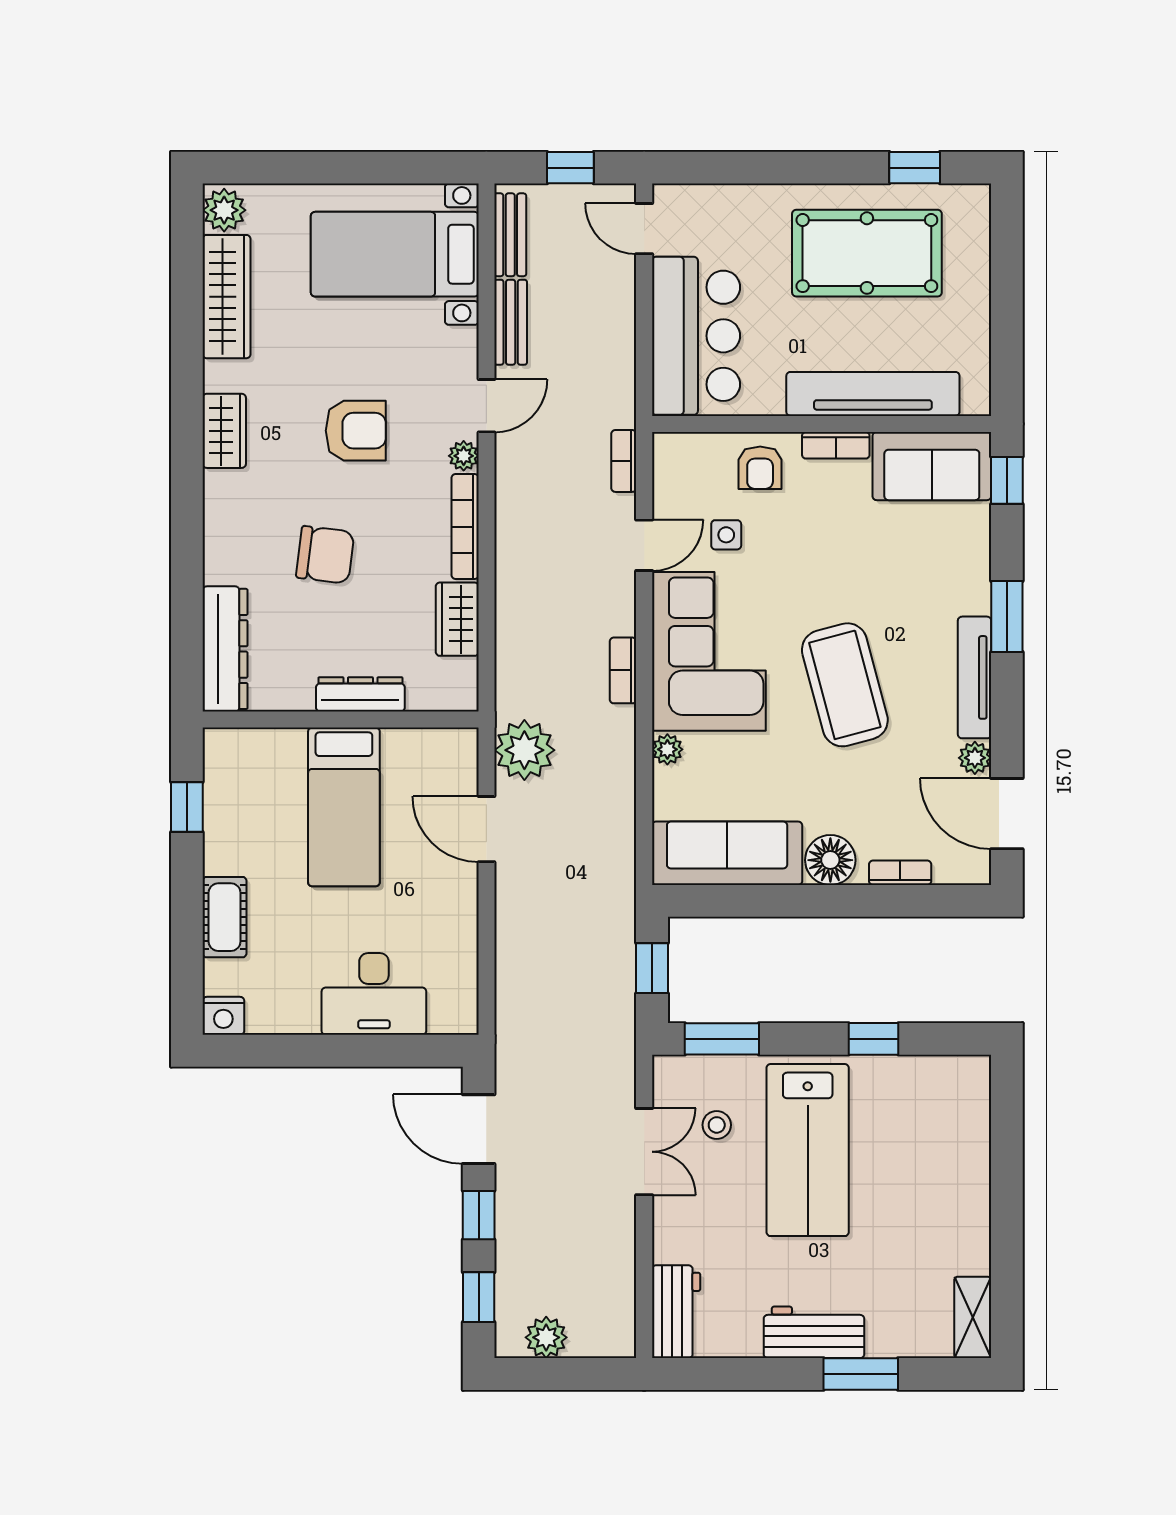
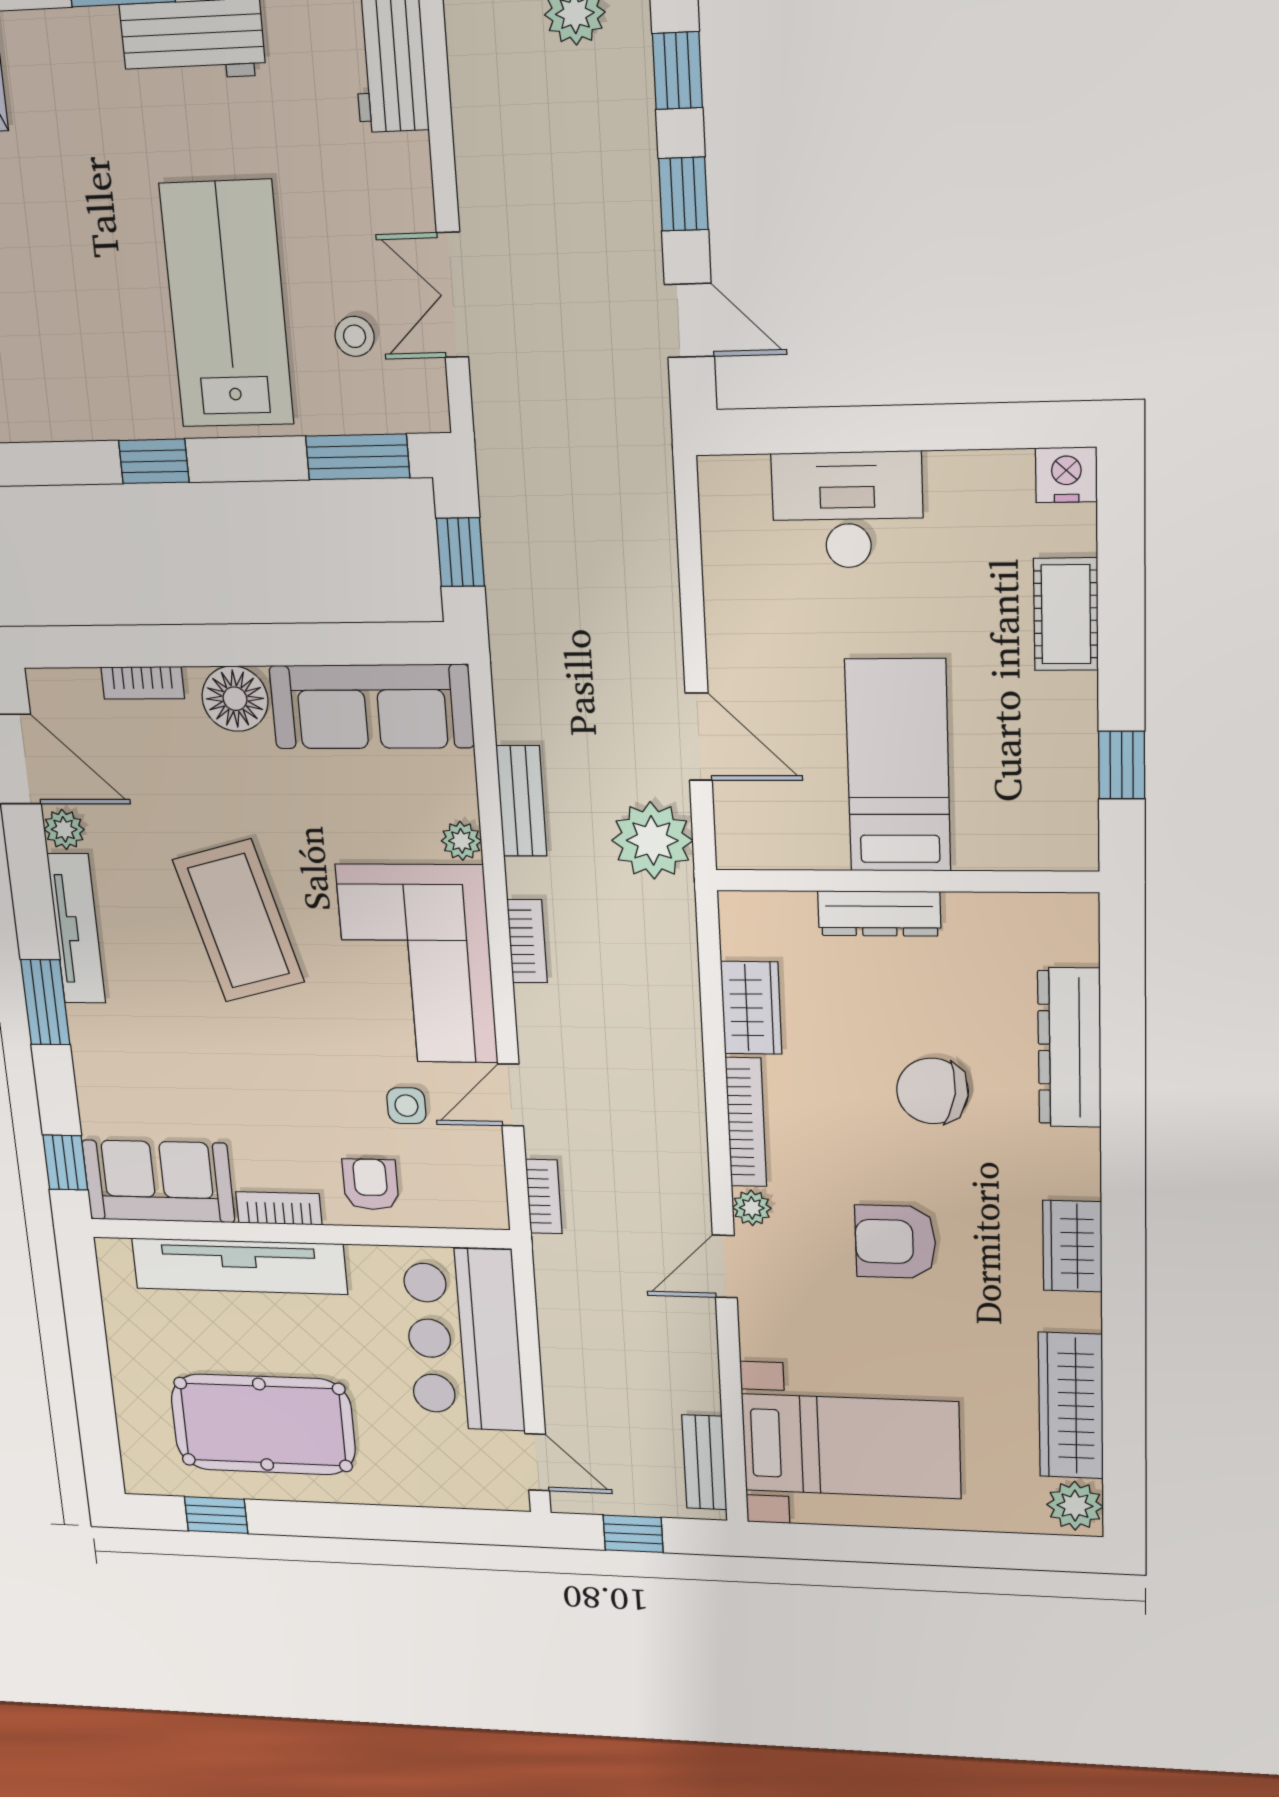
bench: (511, 322) -> (521, 801), moved
dresser: (225, 649) -> (1069, 1048), moved
door: (479, 1129) -> (689, 320), width x0.73

